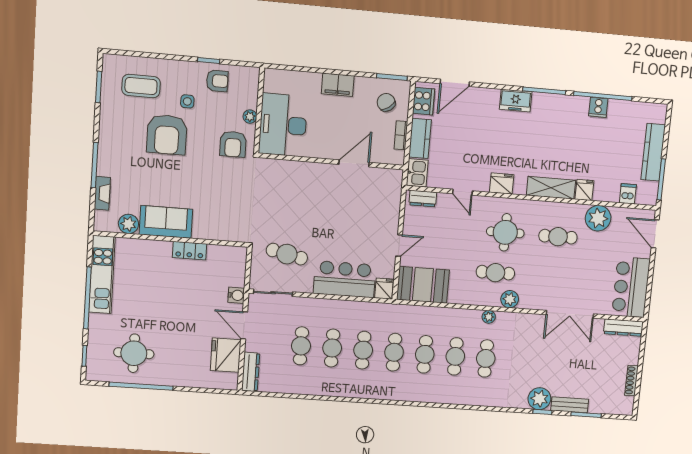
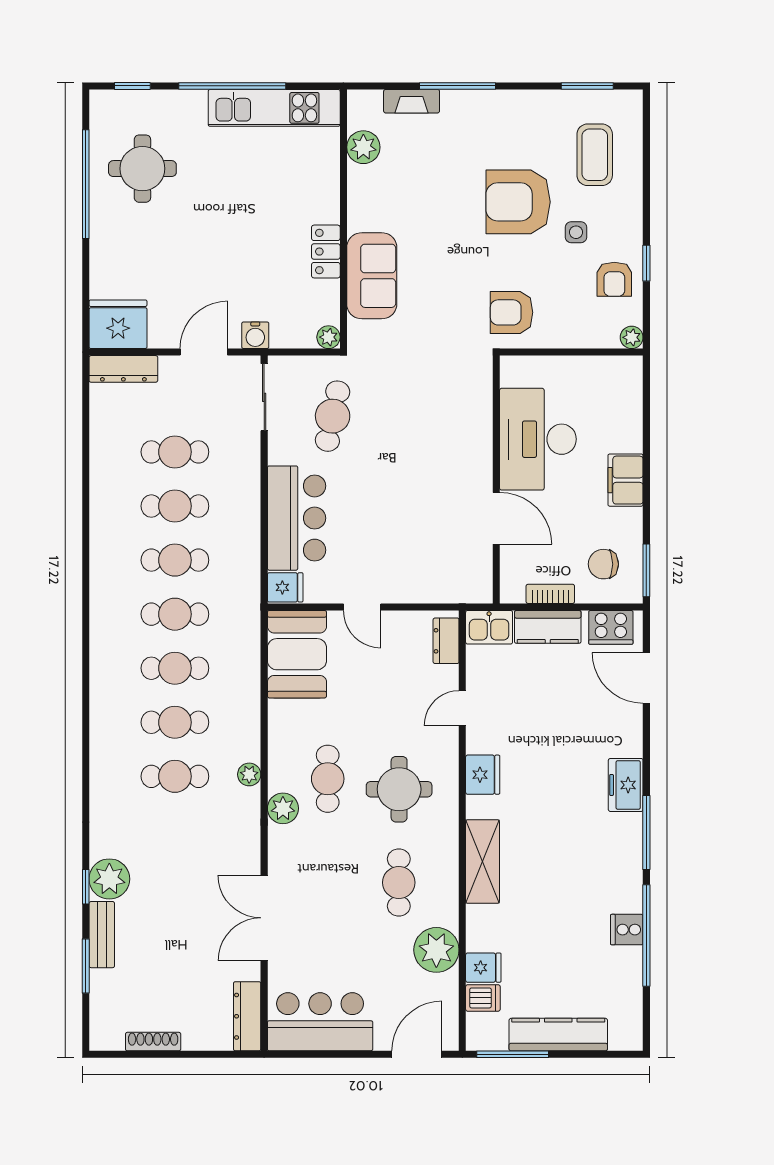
chair: (386, 102) -> (603, 564), turned -145
plant: (250, 117) -> (632, 337), moved
desk: (283, 125) -> (538, 439), moved, turned -90
fridge: (584, 190) -> (483, 968), moved
sofa: (166, 222) -> (372, 276), moved
plant: (240, 253) -> (328, 337), added
fridge: (226, 355) -> (118, 324), moved

